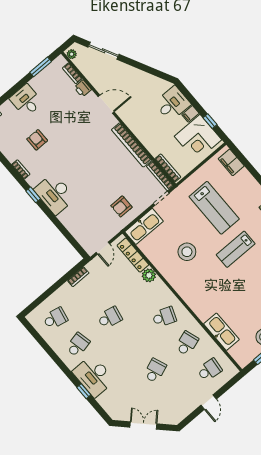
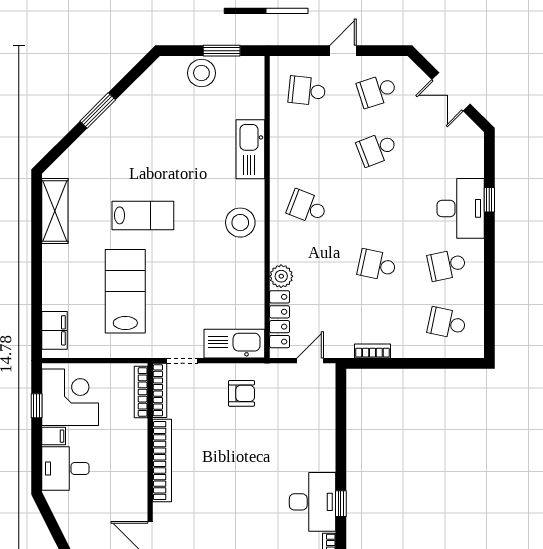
desk: (55, 194) -> (313, 502), moved
stool: (187, 252) -> (240, 223), moved
kitchen sink: (221, 332) -> (250, 149), moved
school desk: (187, 343) -> (377, 91), moved

